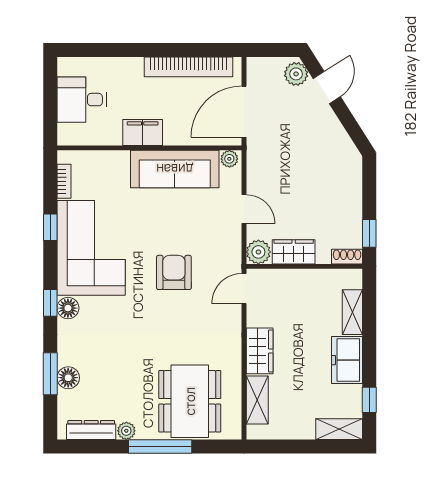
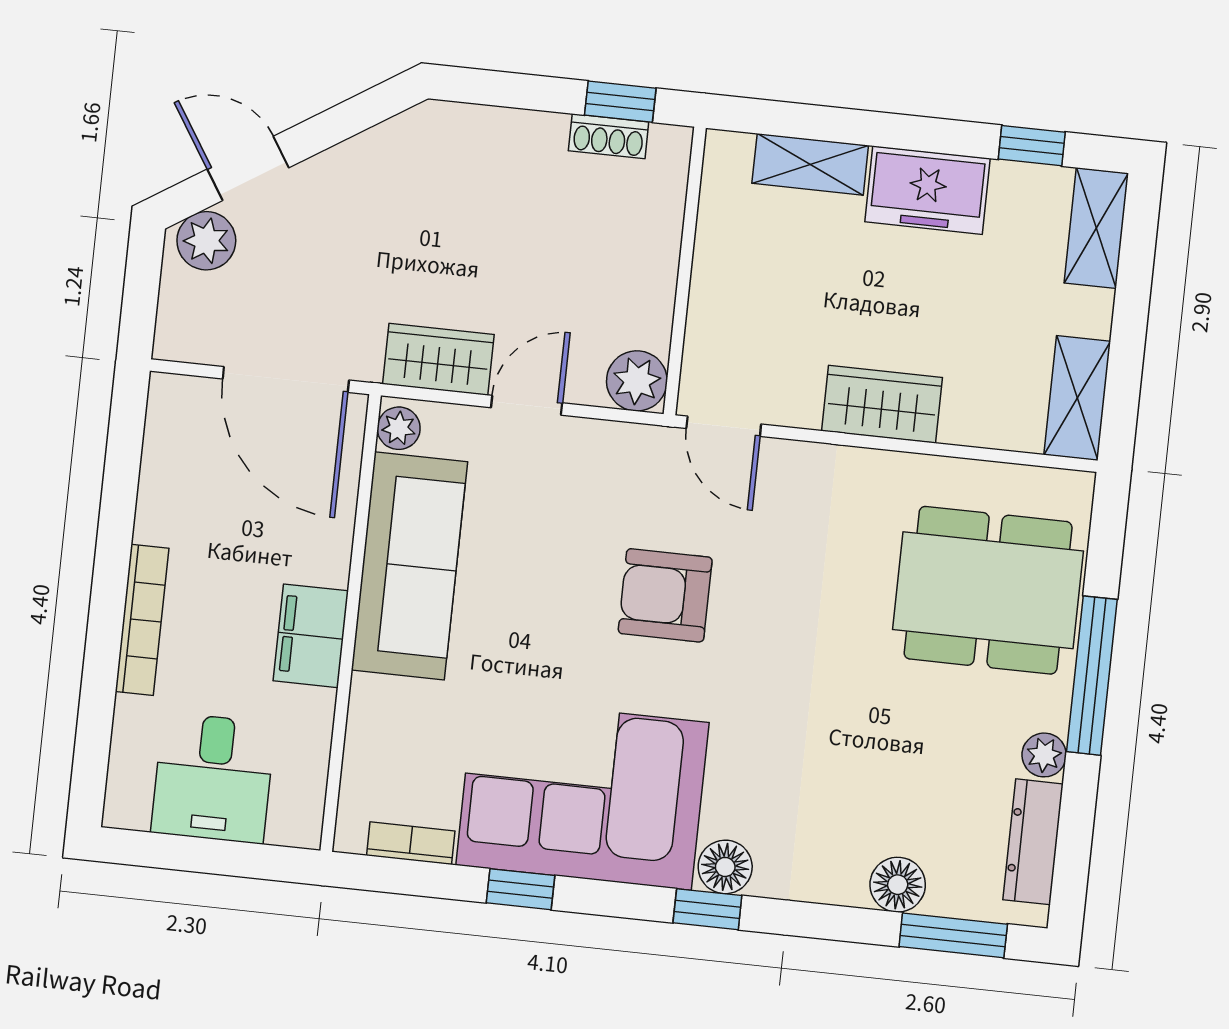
bookcase: (188, 67) -> (142, 620), moved, width x0.68, depth x0.76
wardrobe: (294, 252) -> (438, 359), moved, turned 90
shoe rack: (347, 257) -> (609, 136), moved, turned -90
window: (50, 374) -> (953, 935), moved
shelving: (257, 400) -> (1077, 398), moved, turned 90

